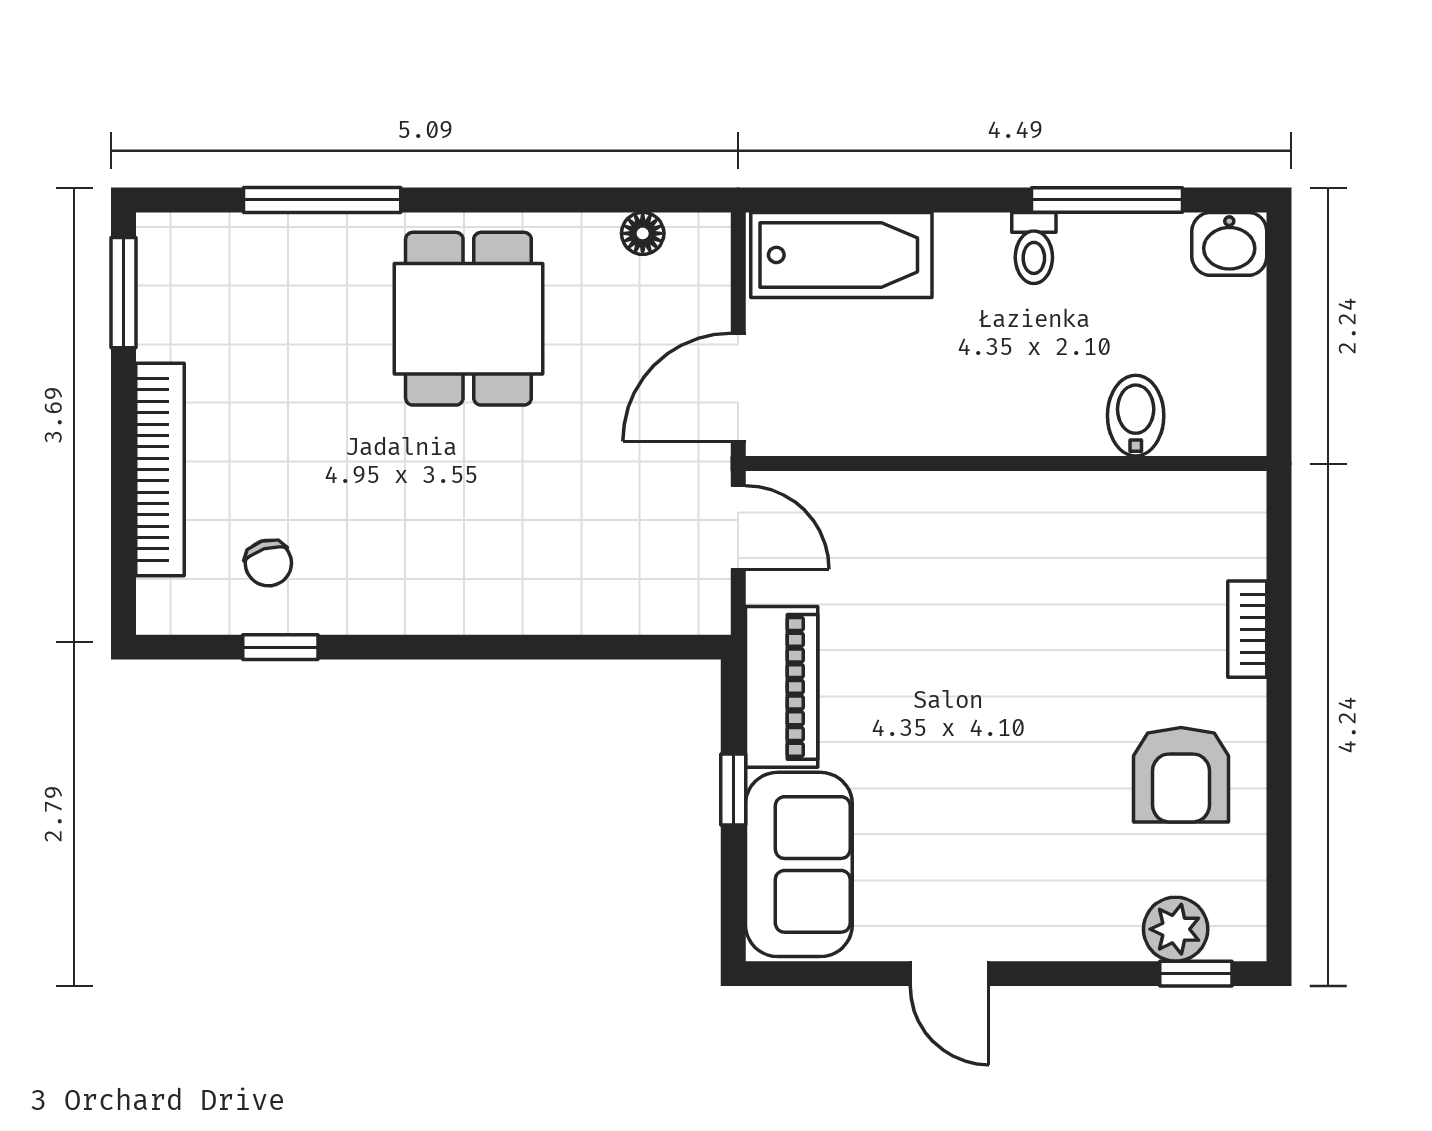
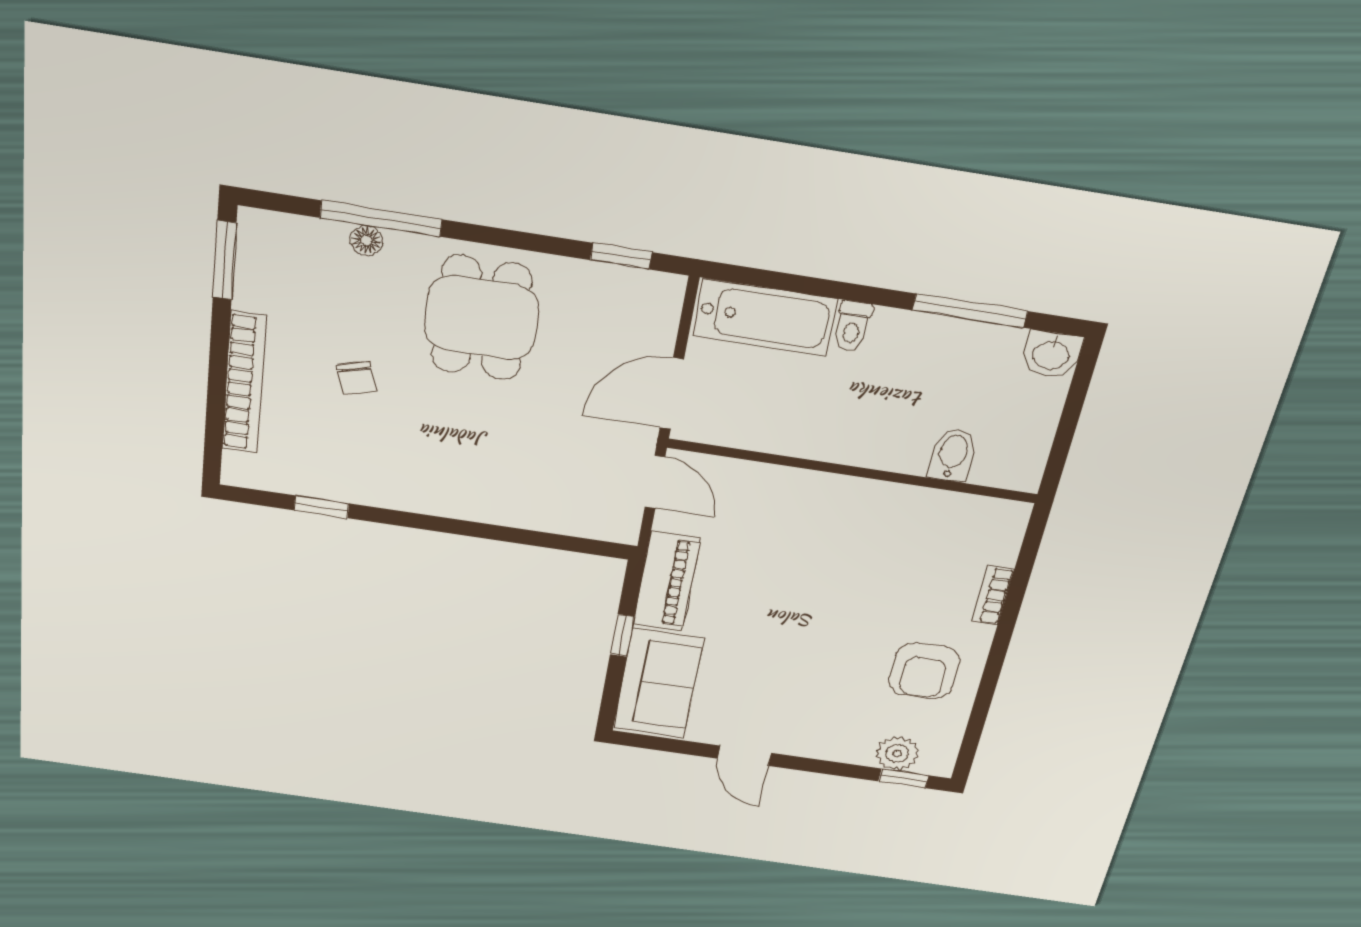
window: (639, 200) -> (621, 256), added
floor lamp: (643, 233) -> (366, 240), moved
toilet: (1034, 248) -> (853, 326), moved
chair: (268, 563) -> (357, 378), moved

